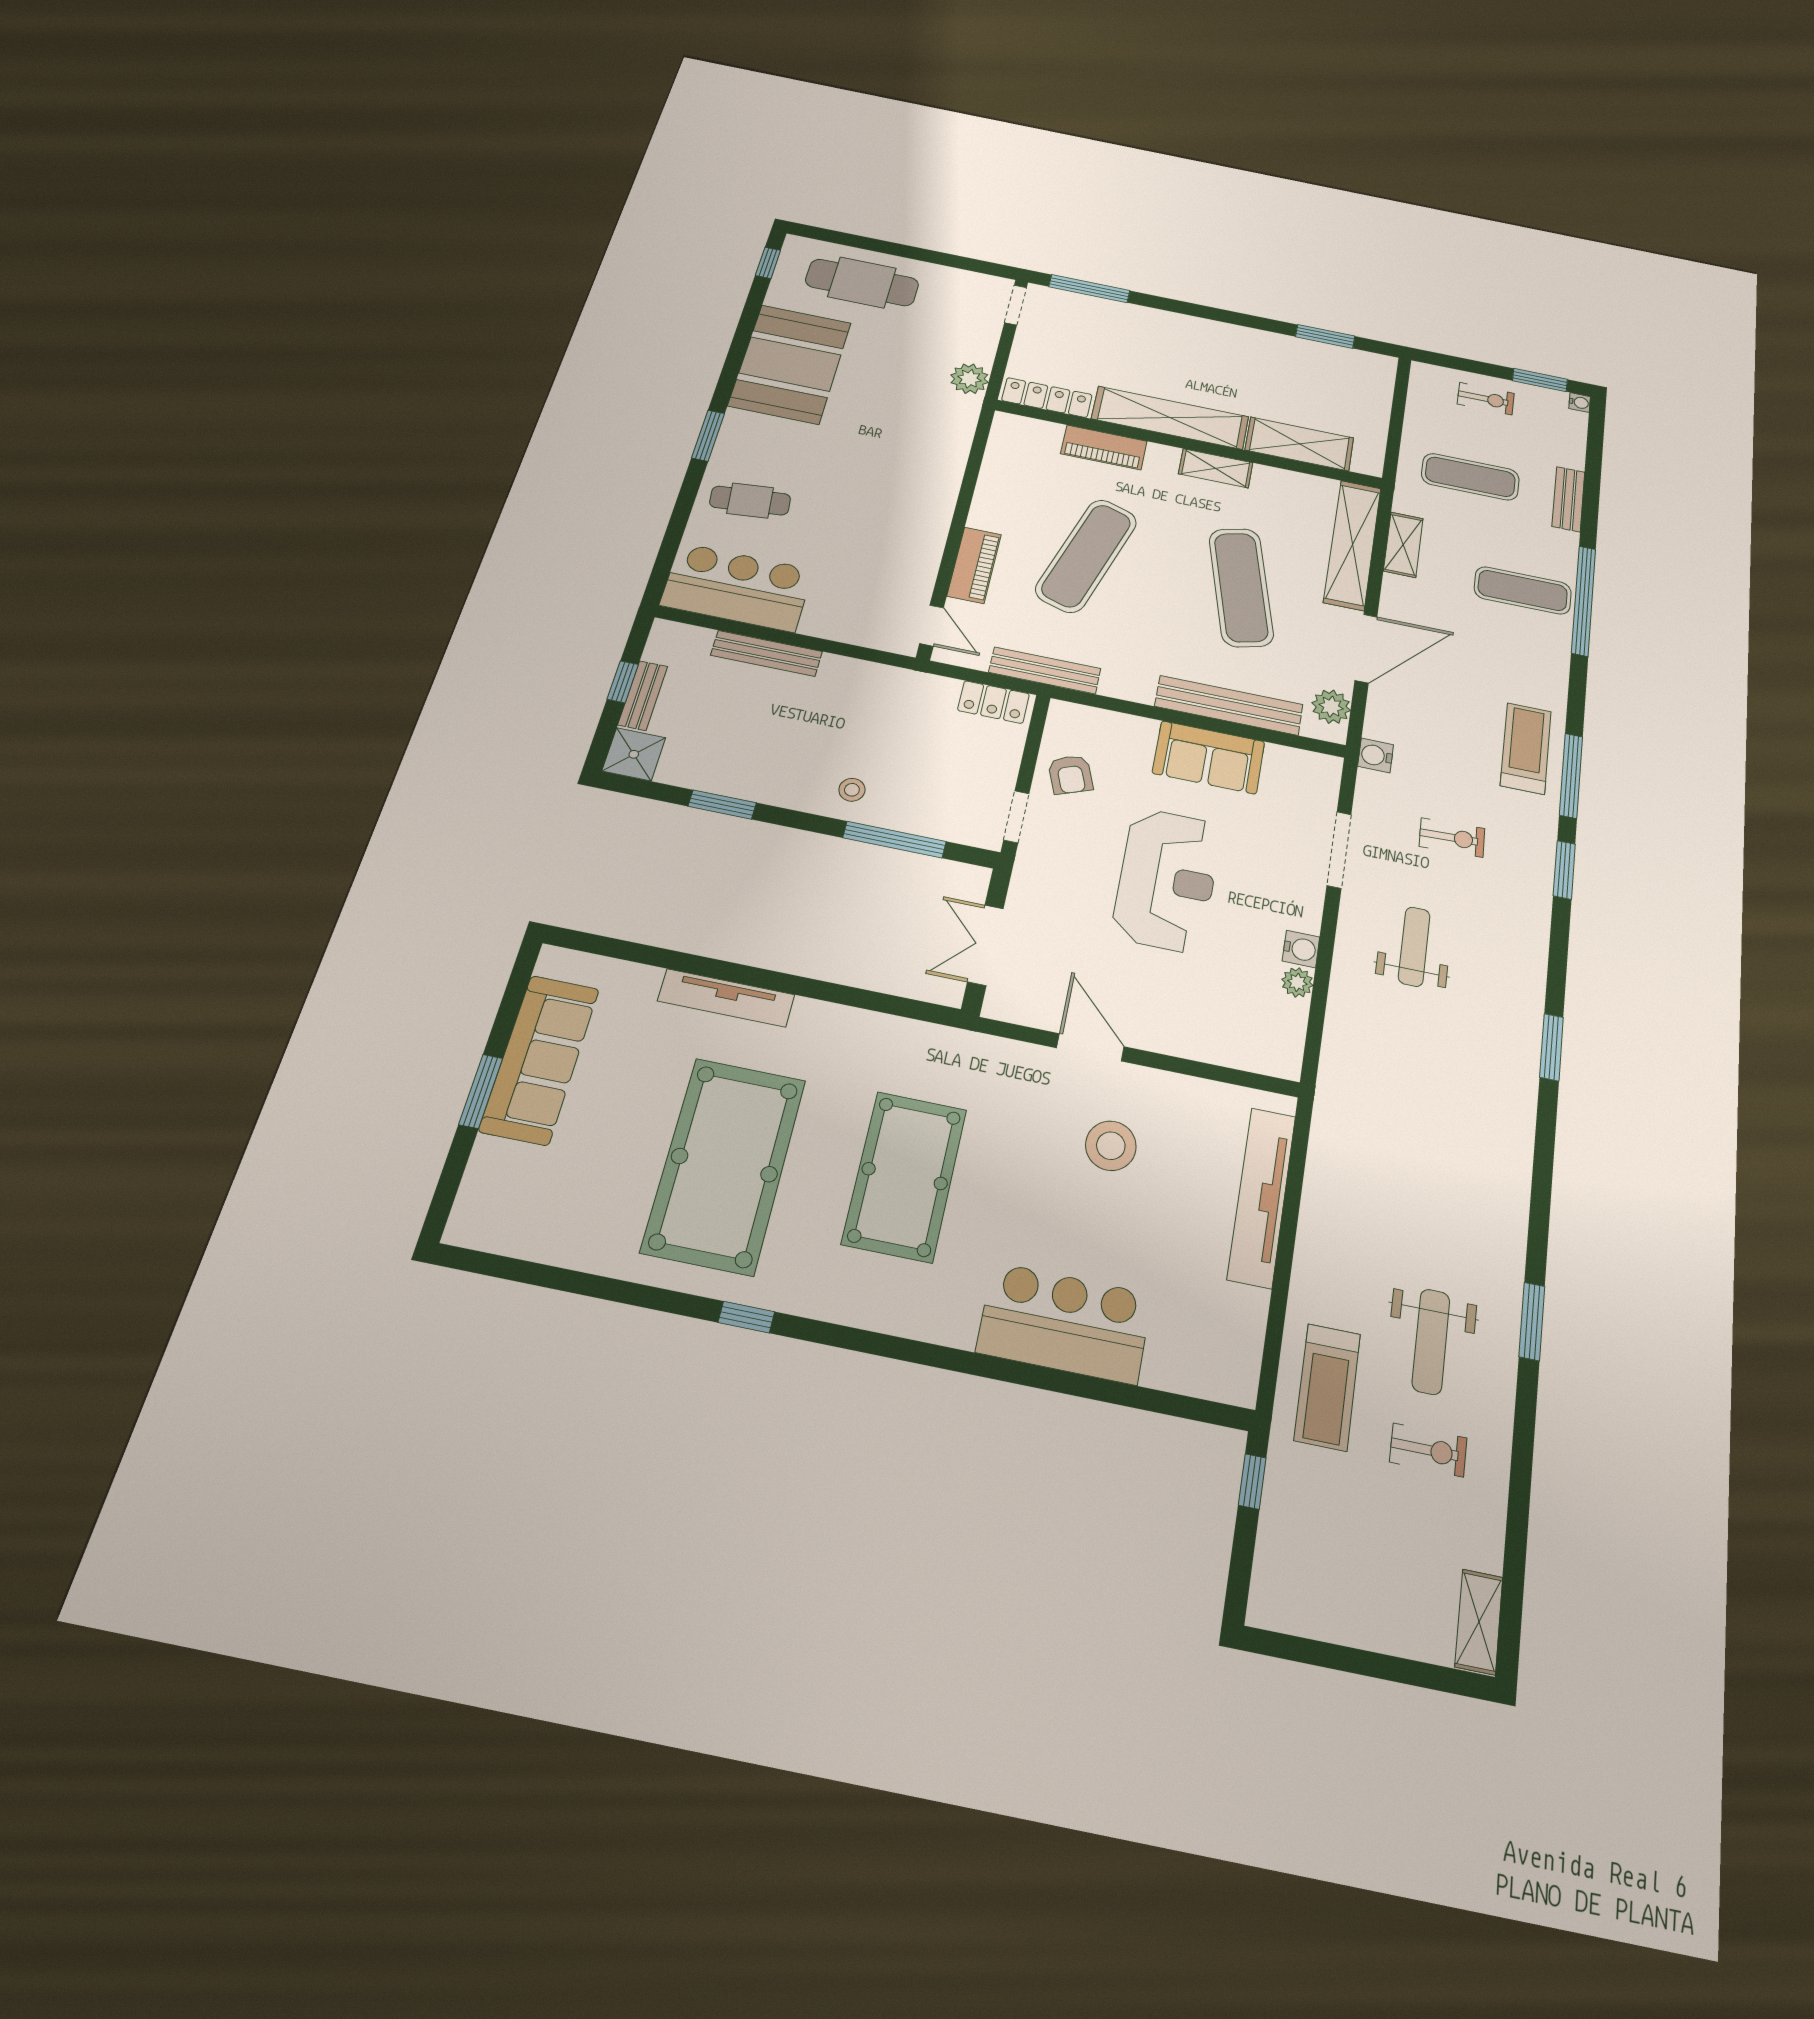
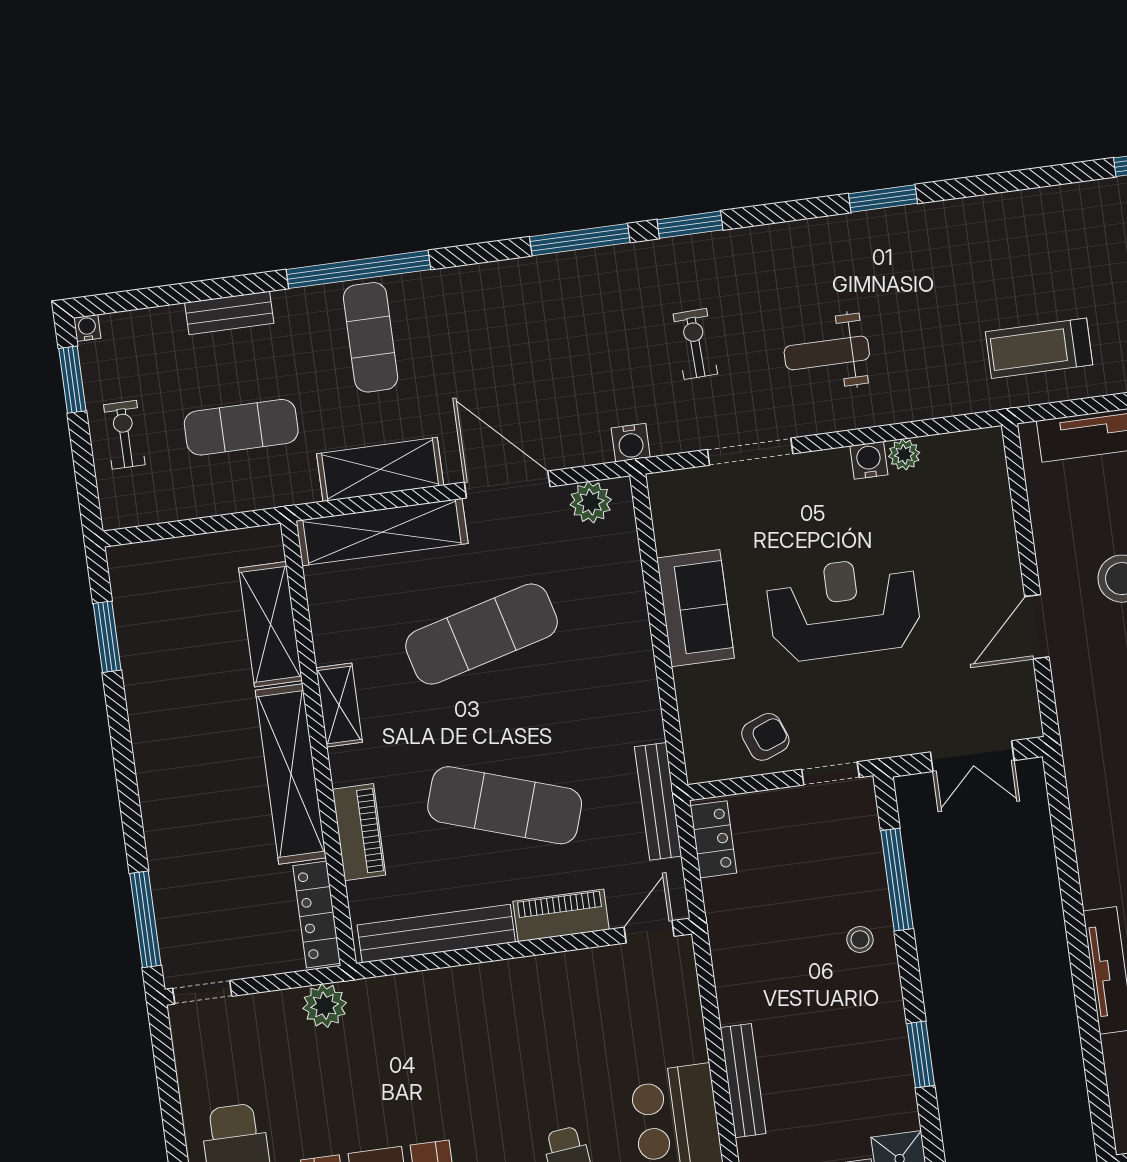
exercise mat: (1470, 477) -> (241, 427), turned 90
shelving: (1403, 545) -> (380, 469), width x1.50, depth x1.33
bench: (1229, 705) -> (436, 934), moved, turned 90
treadmill: (1526, 748) -> (1039, 348), moved

